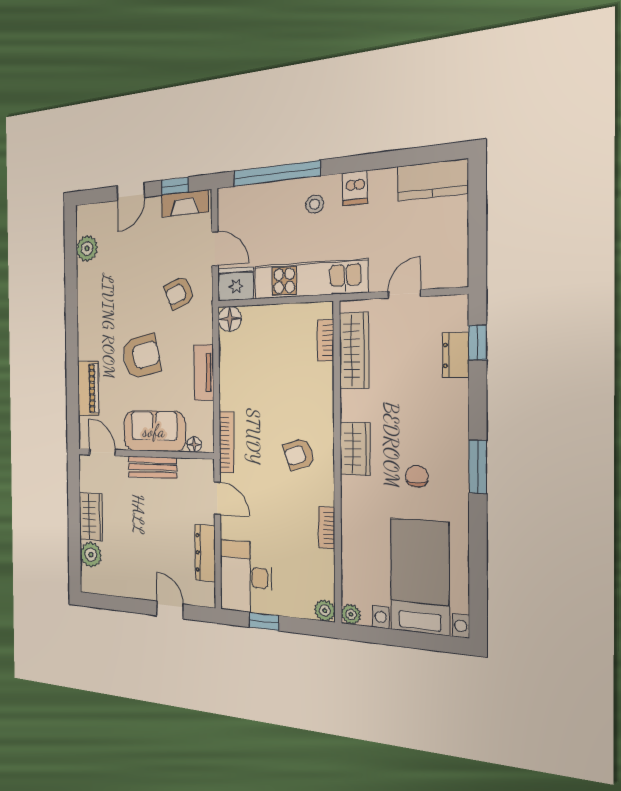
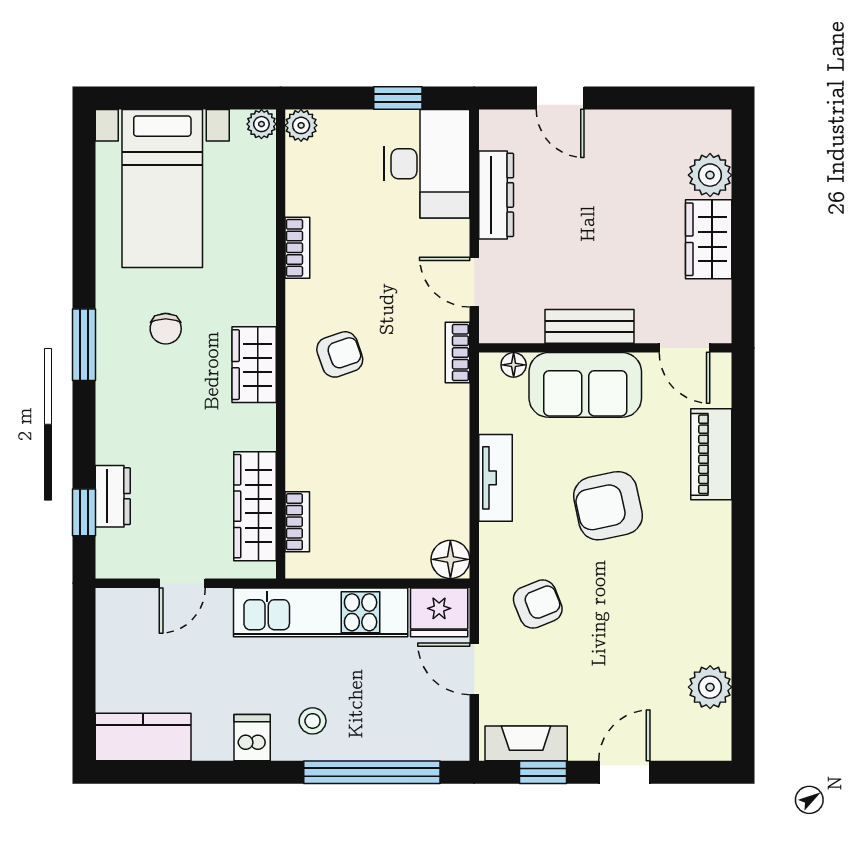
bookcase: (227, 442) -> (458, 352), width x0.64

